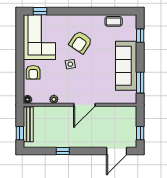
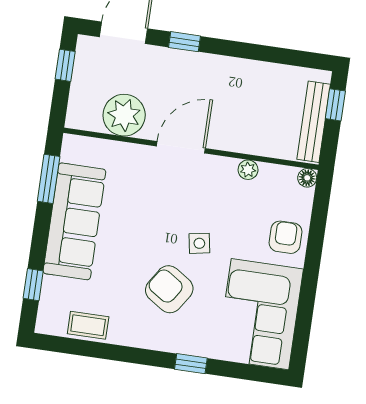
window: (40, 11) -> (191, 364), moved
armchair: (81, 42) -> (169, 289), turned -91
plant: (111, 115) -> (124, 115), added
window: (63, 151) -> (184, 42), moved

